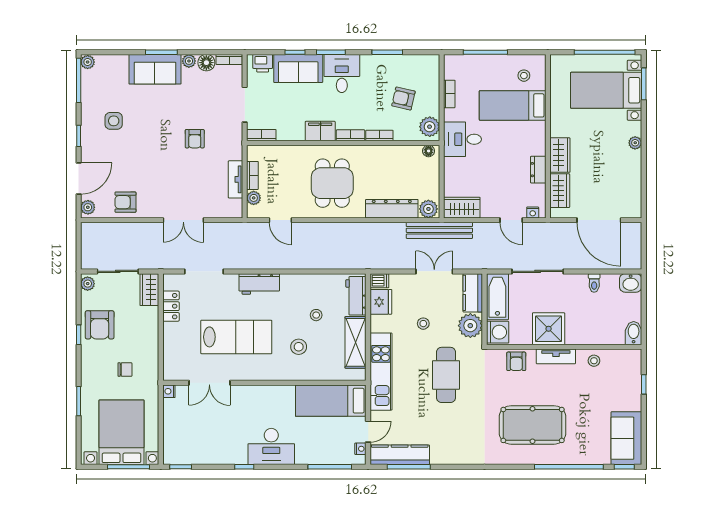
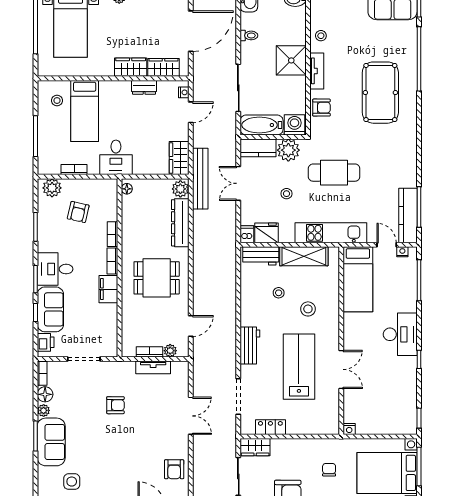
side table: (114, 121) -> (72, 482), moved
plant: (430, 127) -> (52, 188), moved
bookcase: (261, 135) -> (112, 344), removed
shower: (549, 329) -> (291, 60), moved
double door: (209, 383) -> (341, 369), moved

